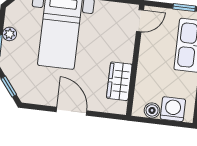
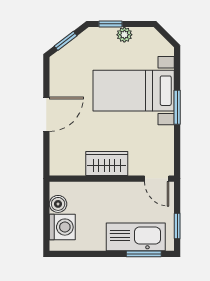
wardrobe: (119, 81) -> (107, 163), moved

